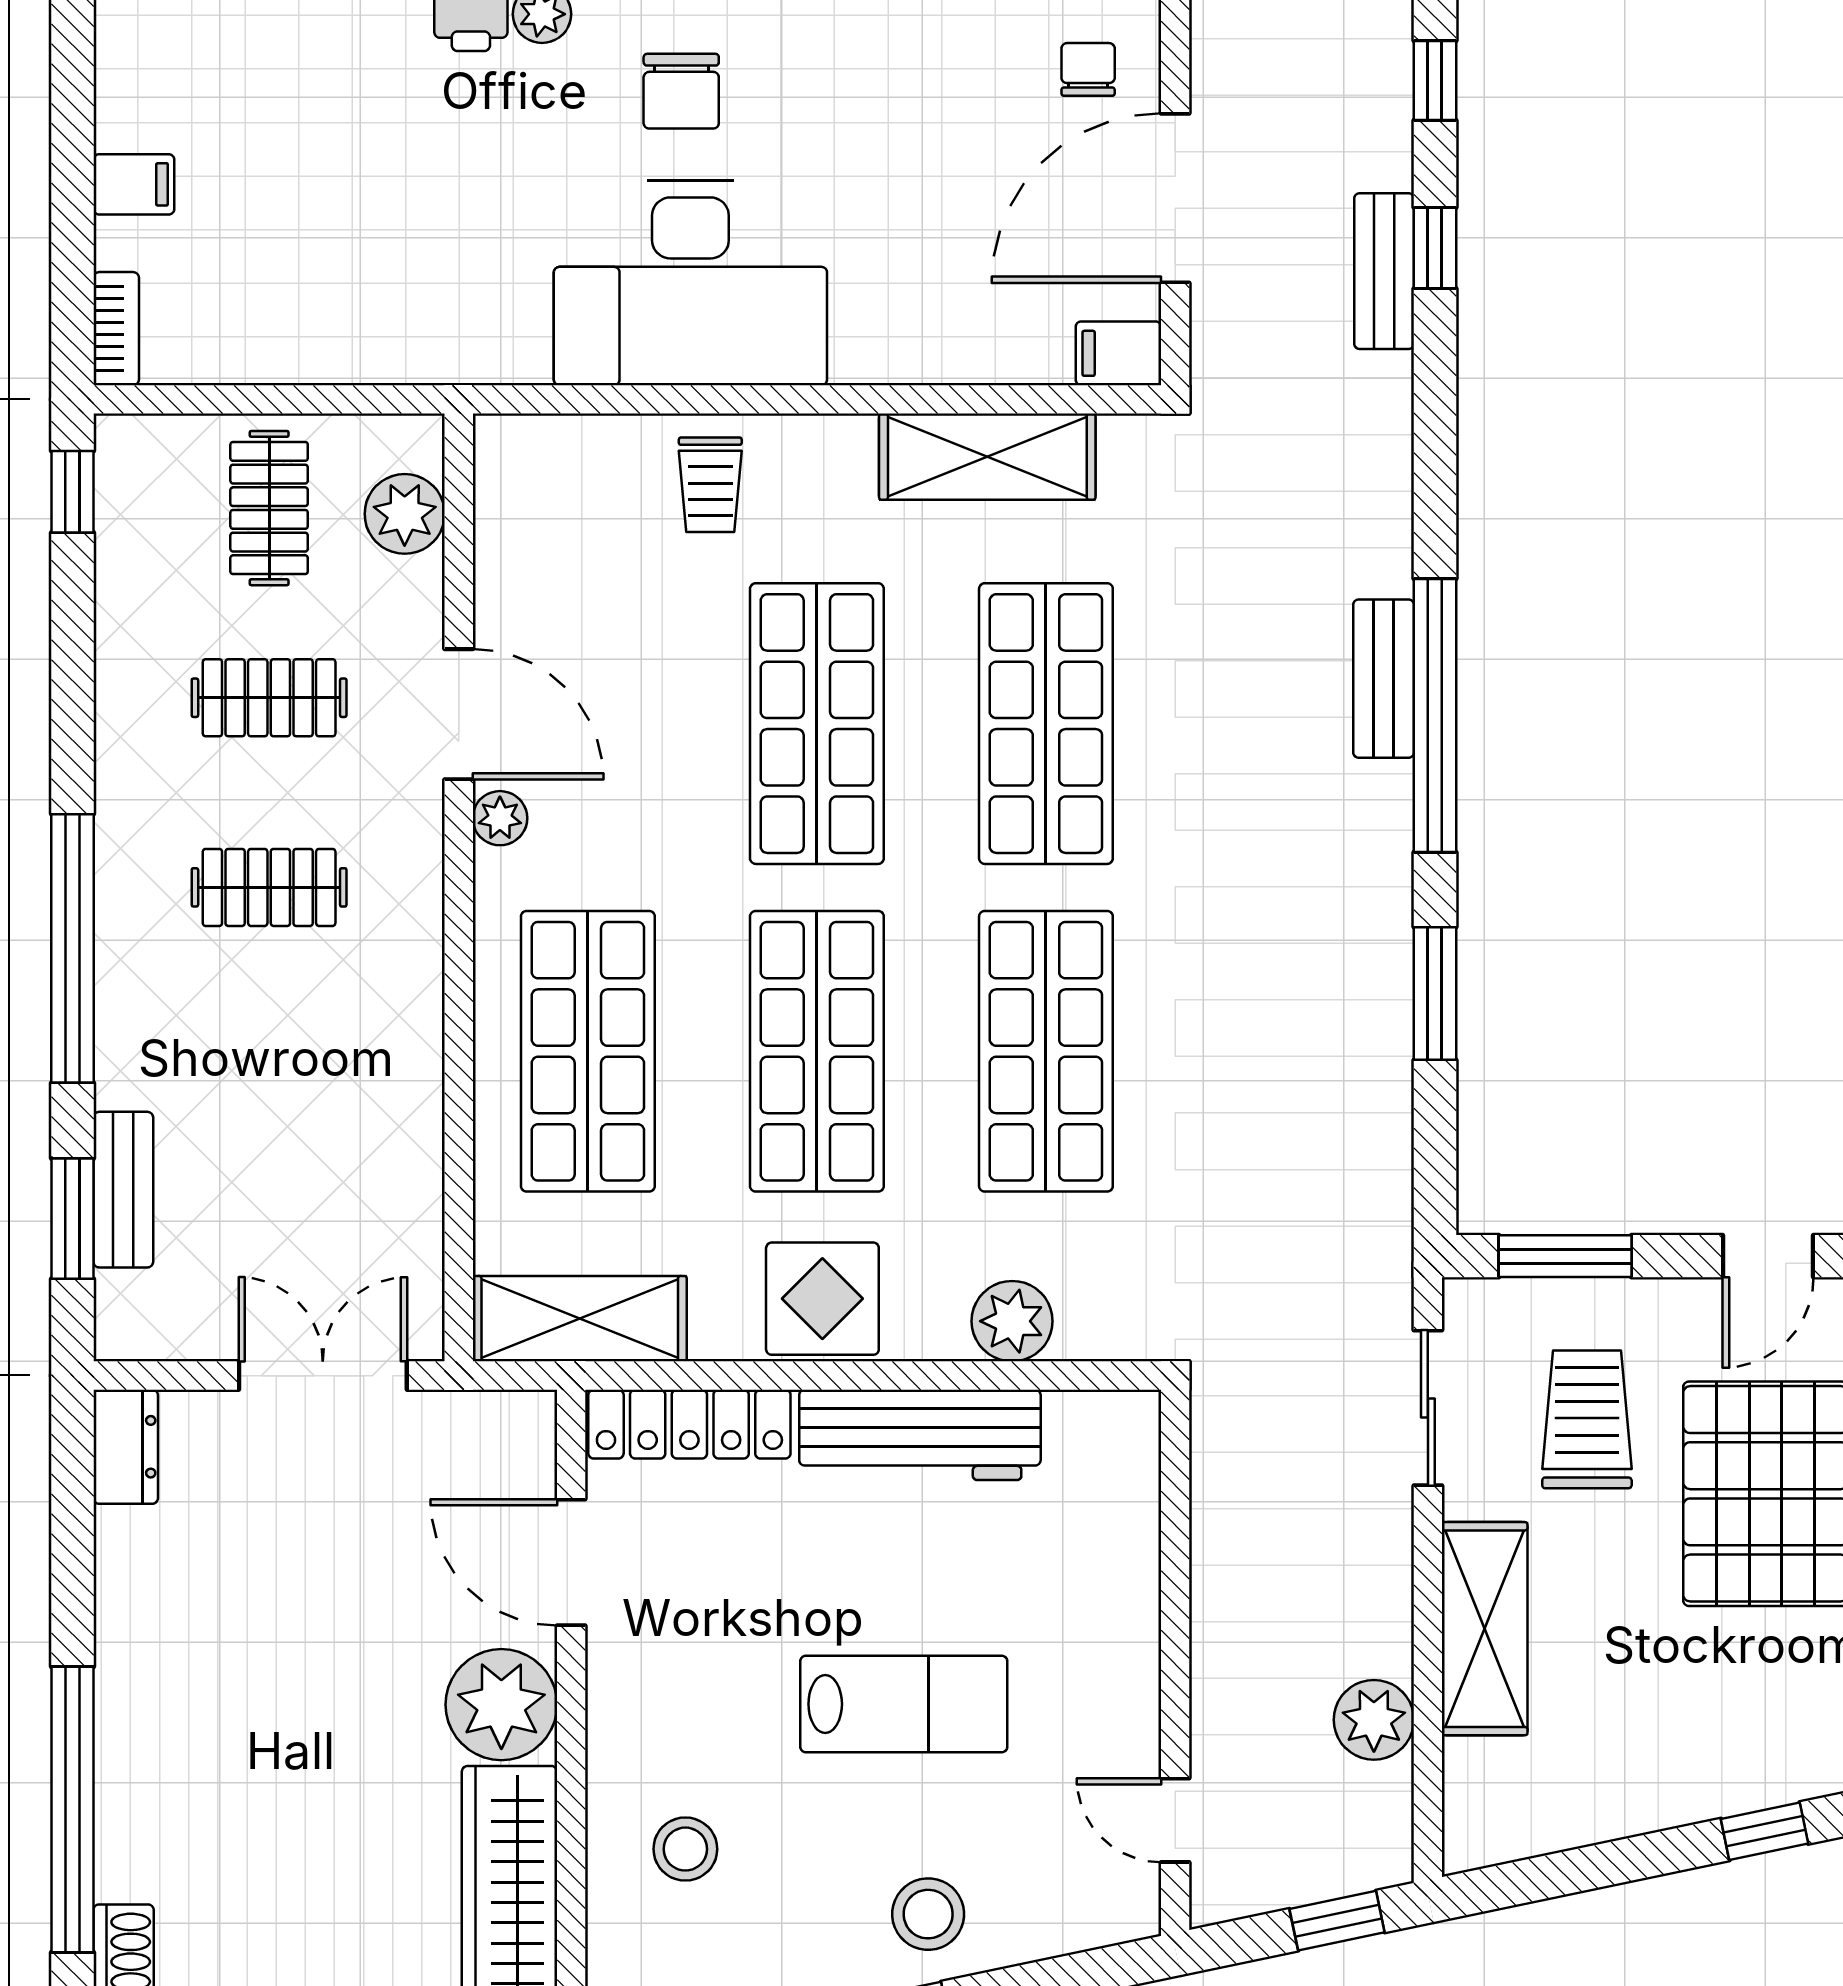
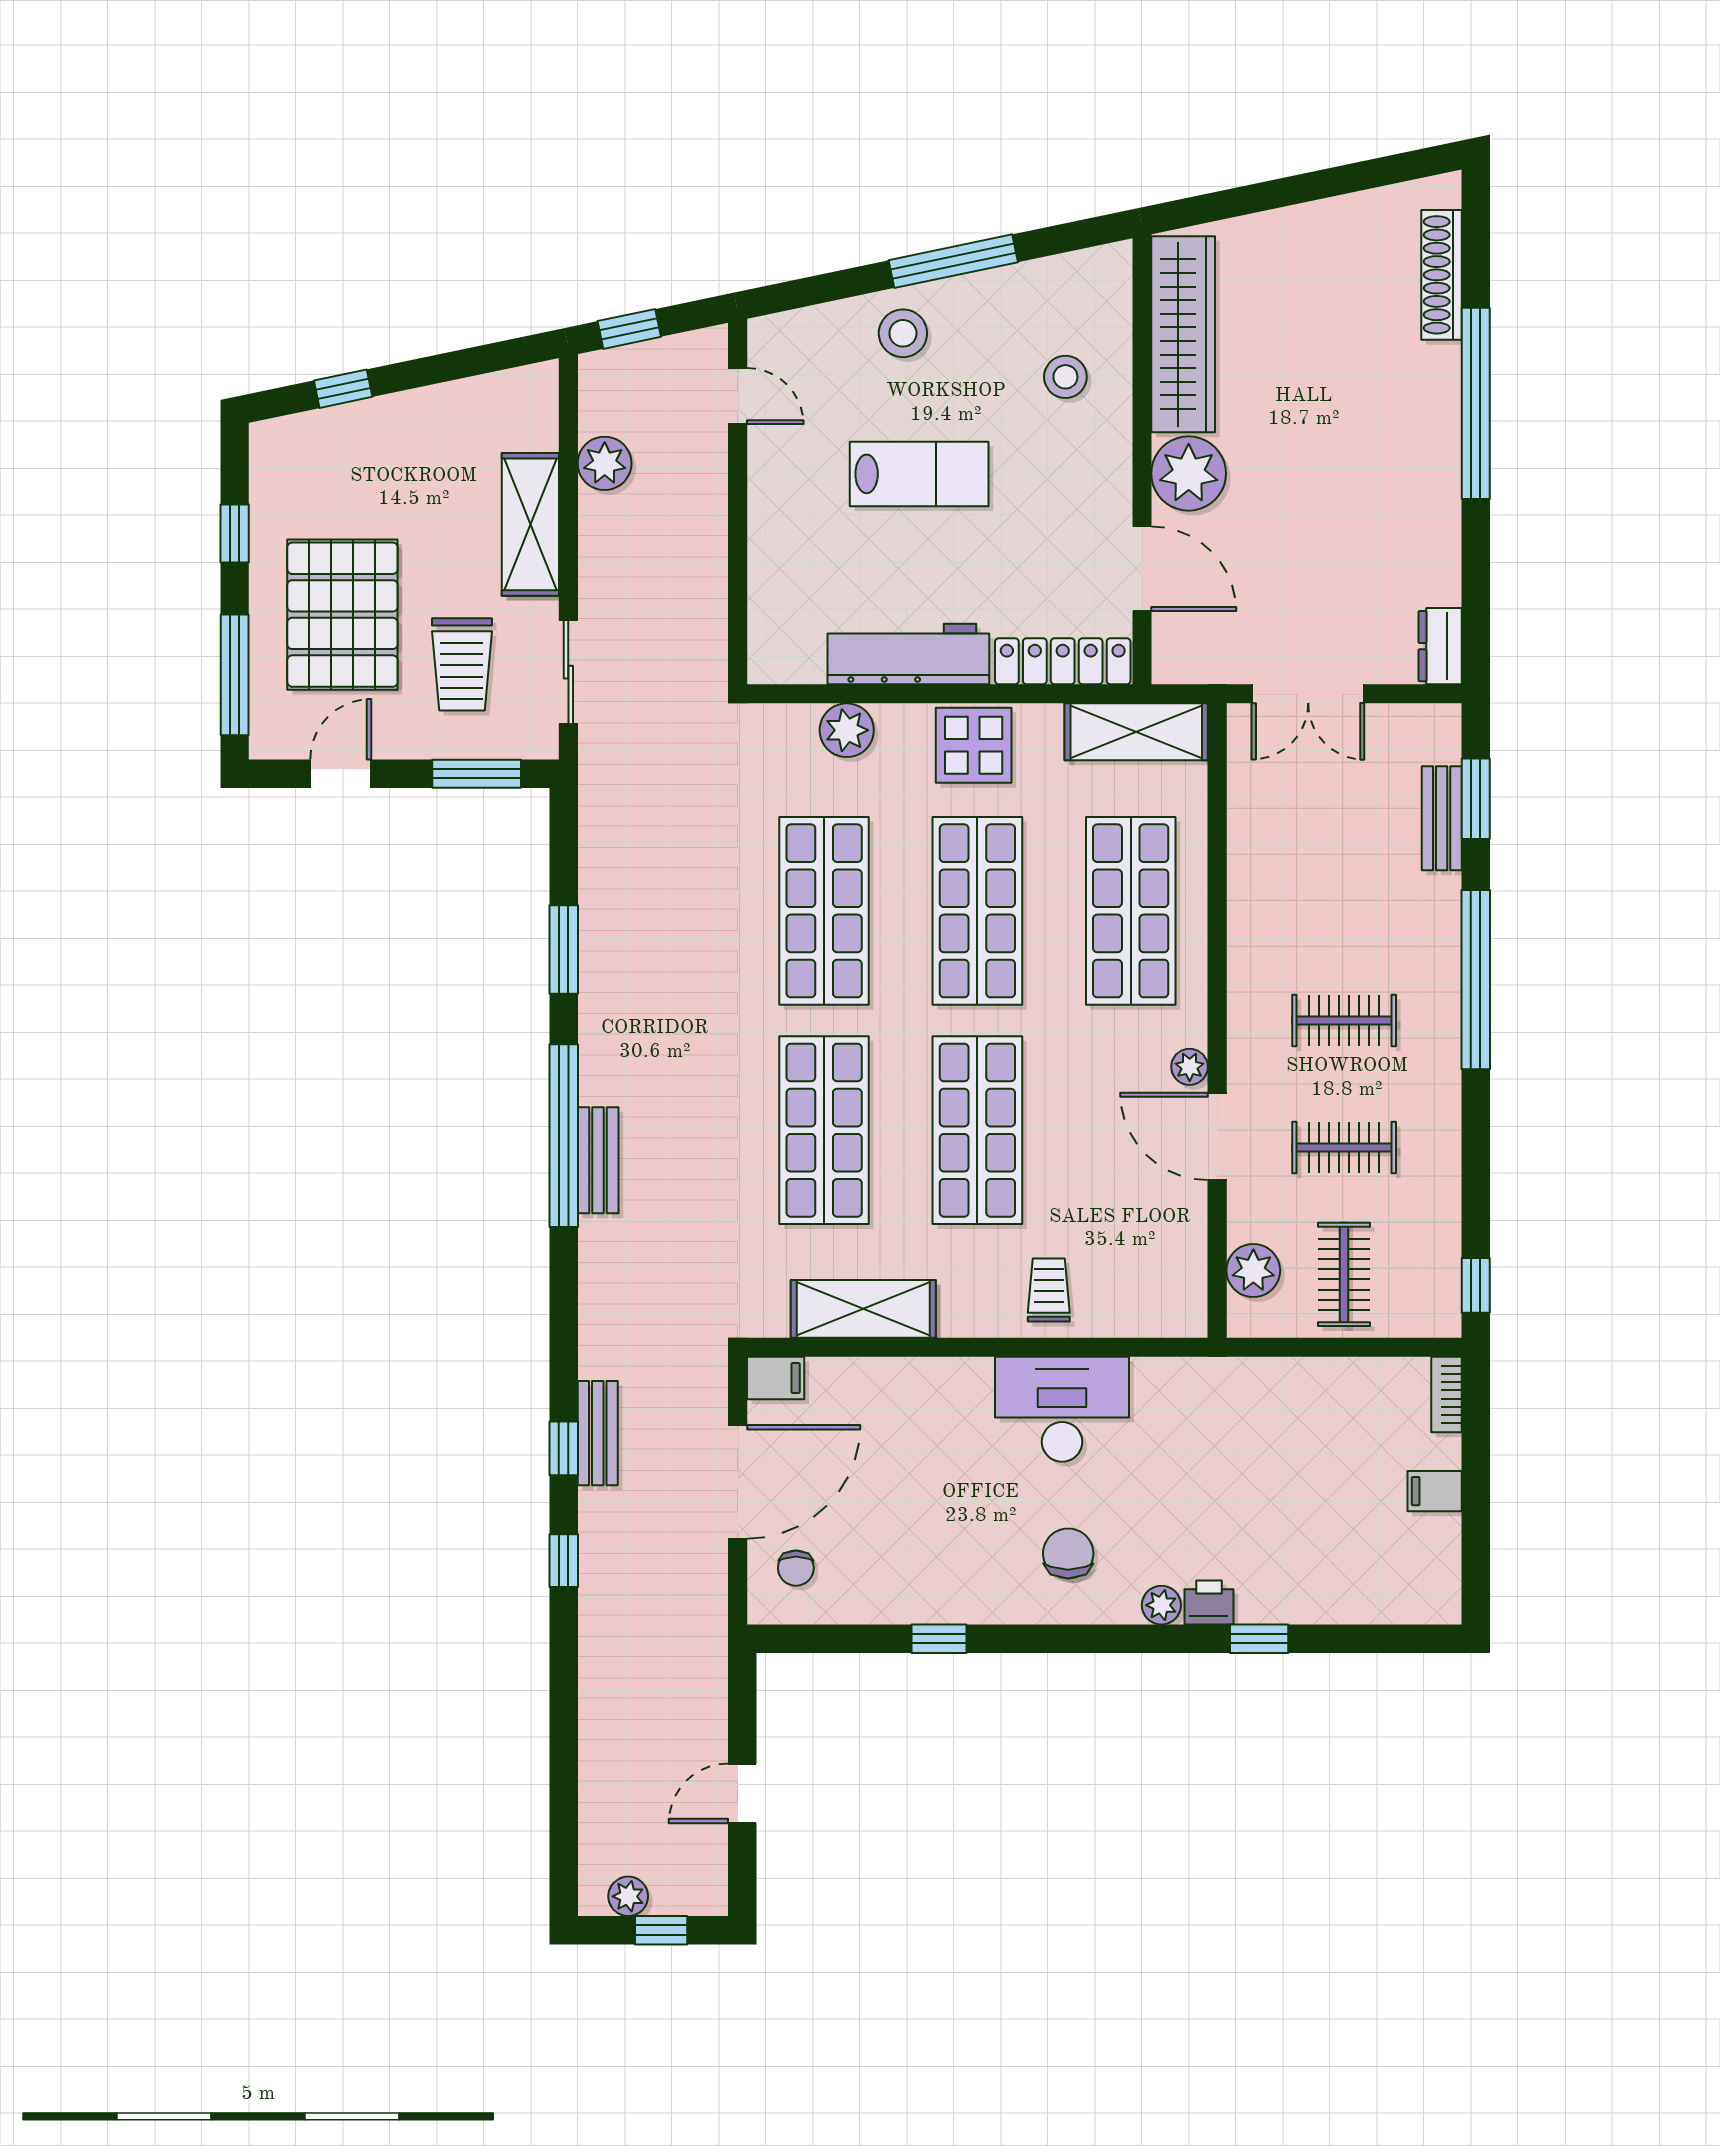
desk: (690, 283) -> (1062, 1409), width x0.73, depth x0.77
lab bench: (904, 1704) -> (919, 474), turned 180

